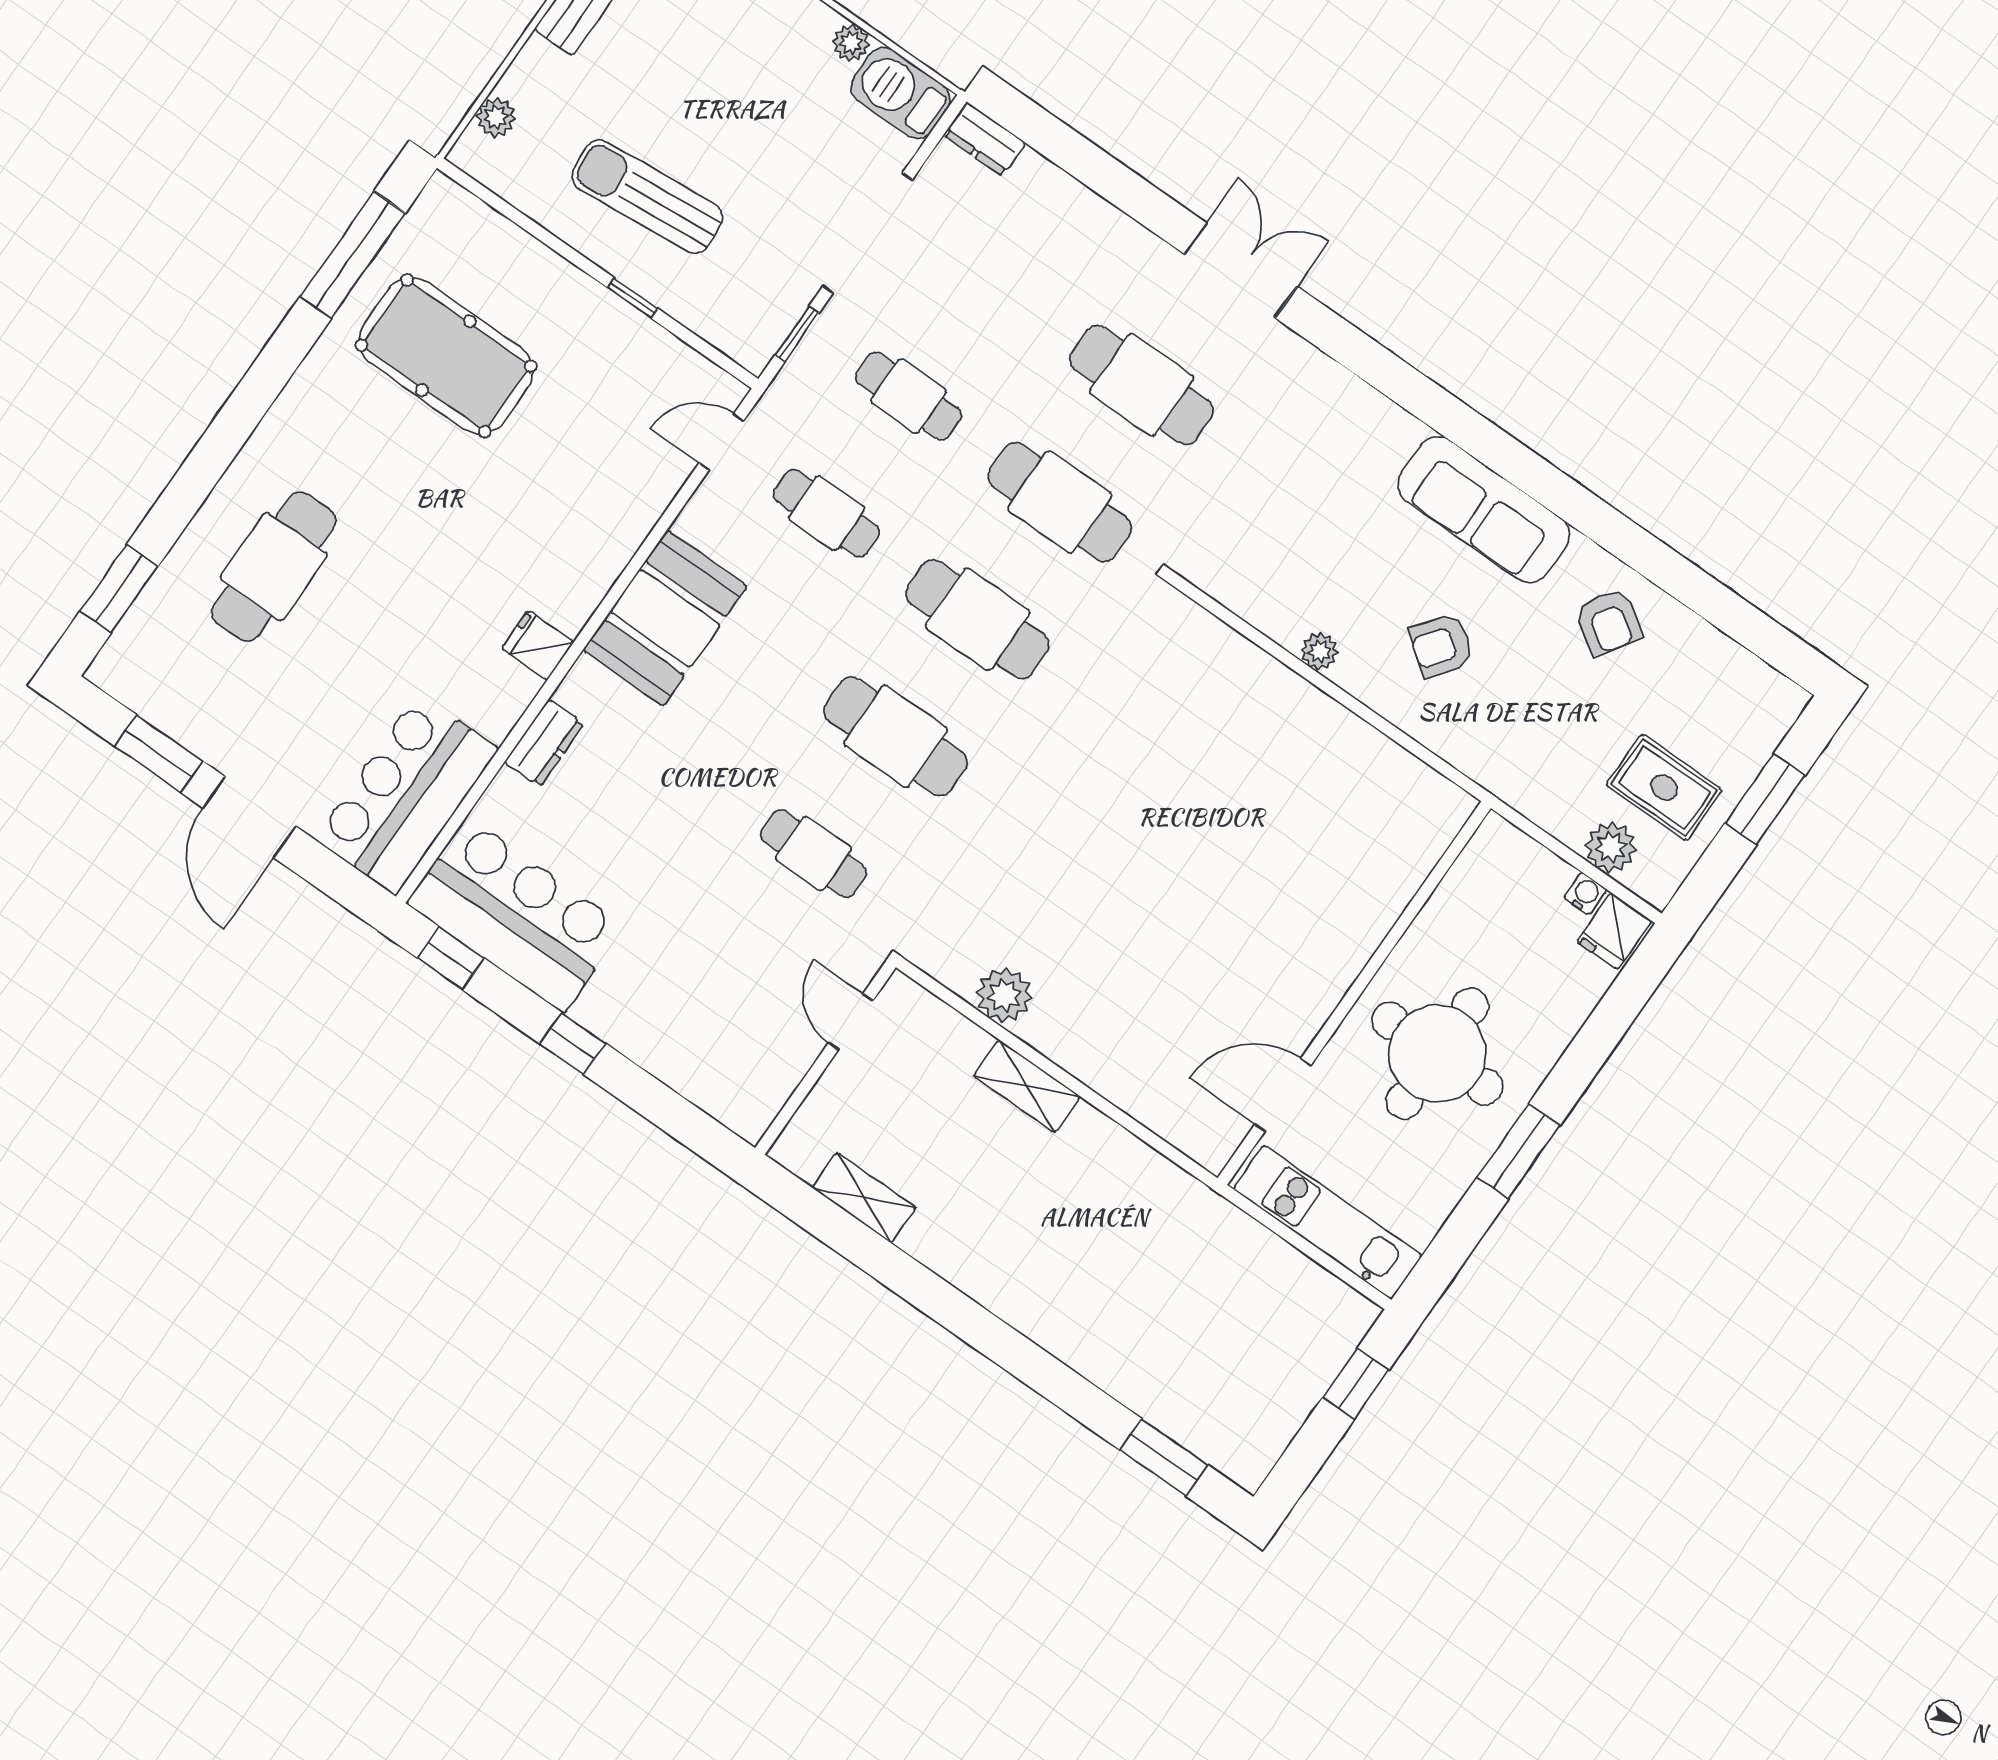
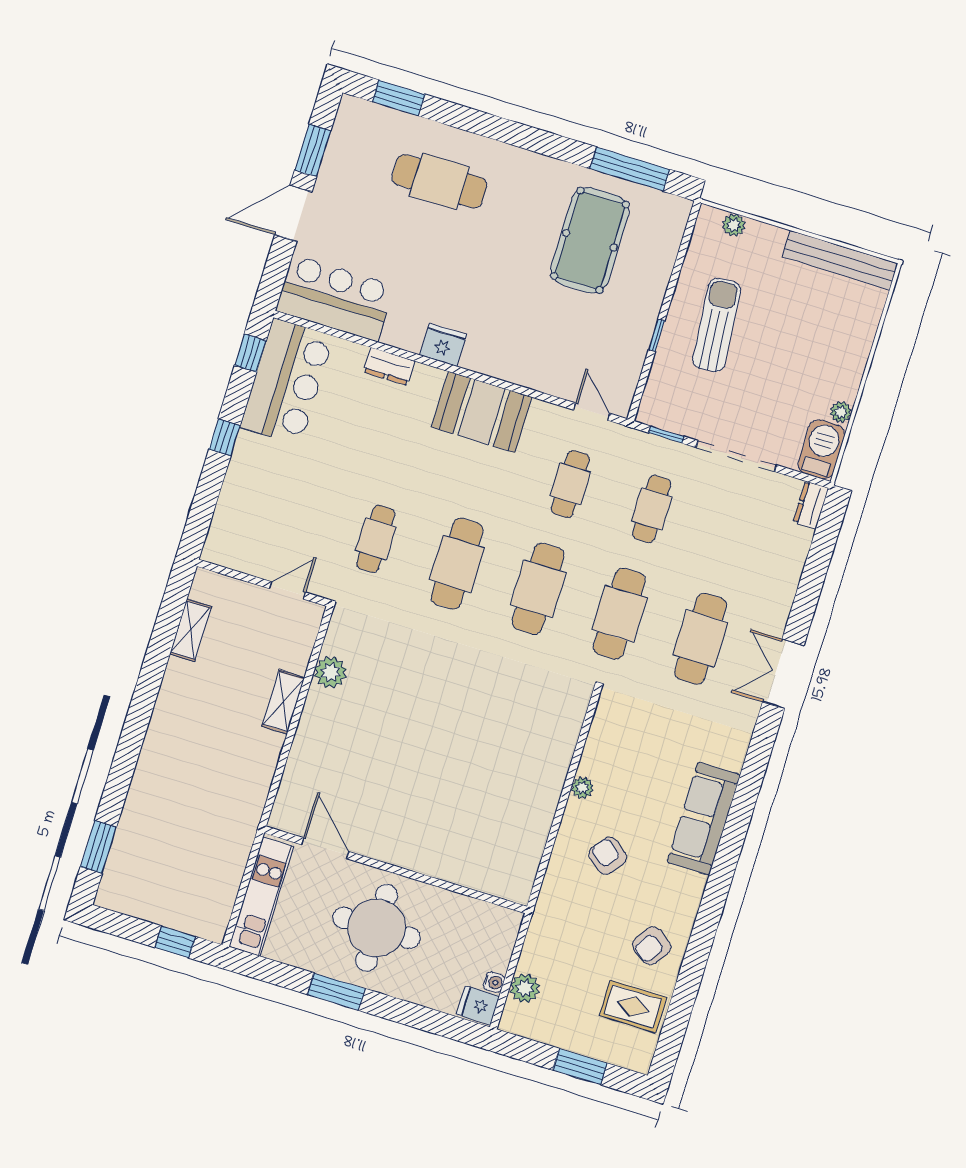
double door: (1241, 270) -> (783, 674), swing flipped
sofa: (1484, 510) -> (704, 819), moved
fridge: (538, 645) -> (443, 345), width x1.38
rug: (1664, 787) -> (633, 1007), moved, turned 90

